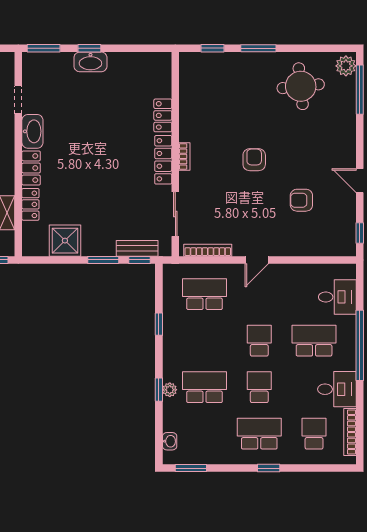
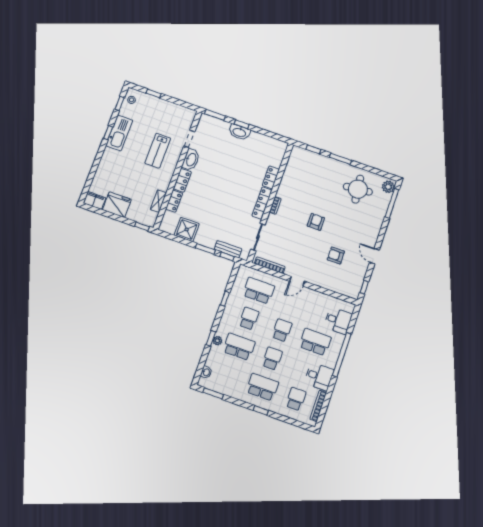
school desk: (205, 341) -> (249, 319), added

